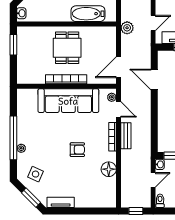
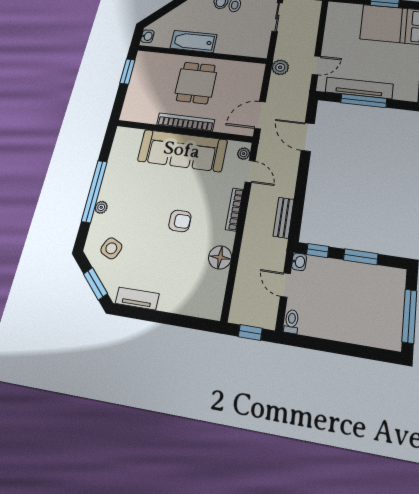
bathtub: (88, 14) -> (194, 41), moved
bench: (126, 136) -> (284, 218), moved
door: (153, 180) -> (285, 285), swing flipped

